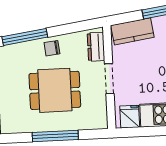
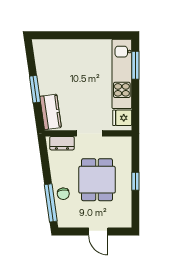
chair: (52, 48) -> (63, 194), moved
window: (55, 136) -> (135, 181), width x0.46

